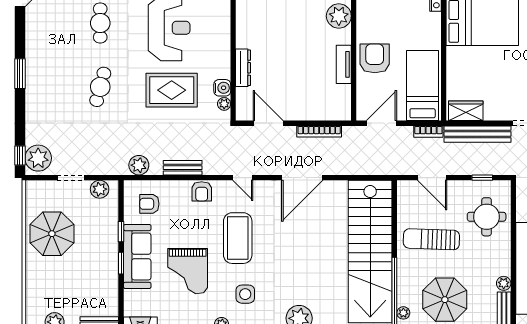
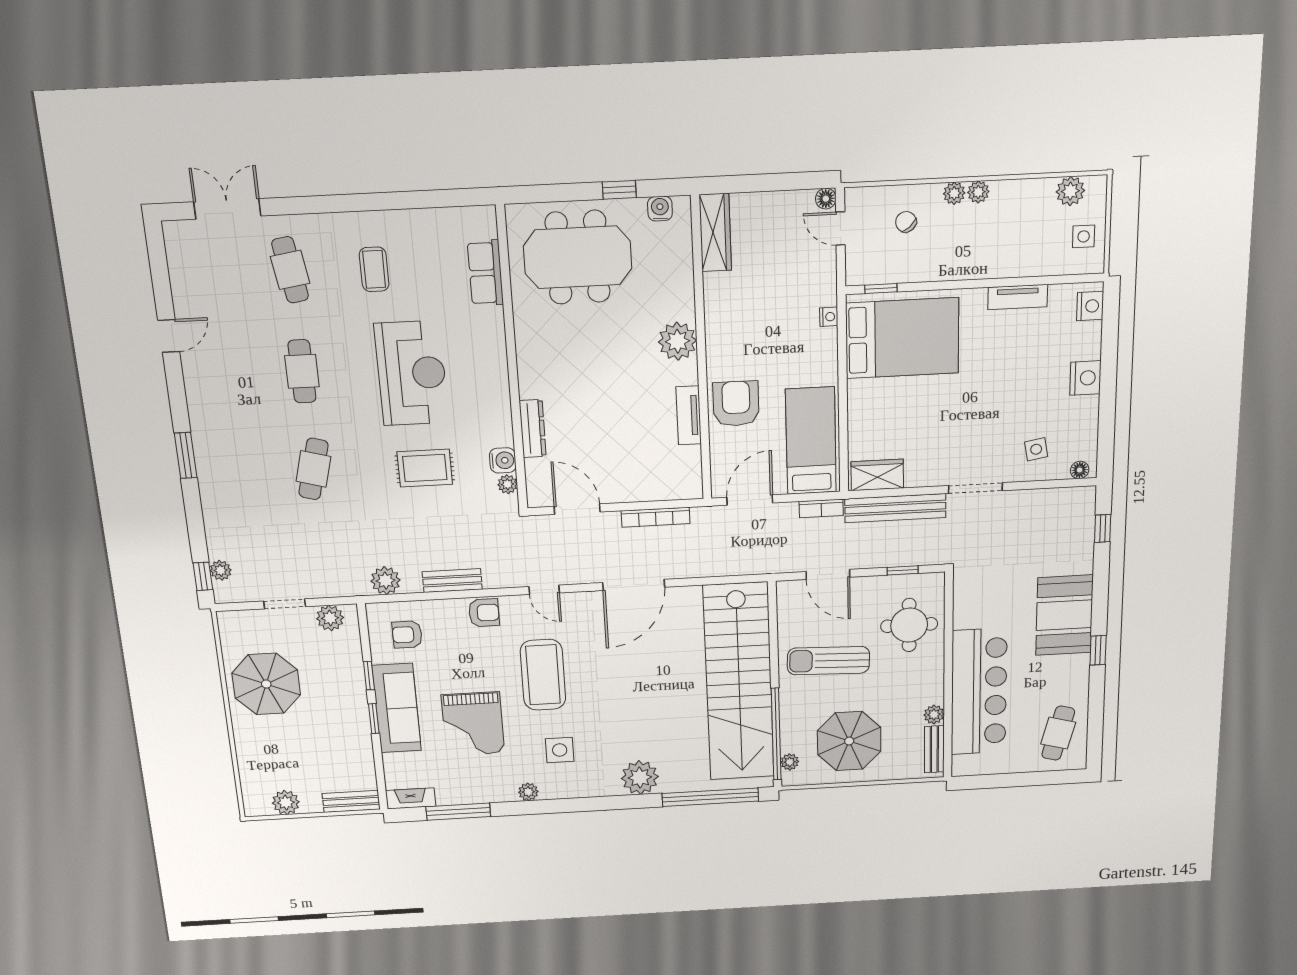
rug: (172, 90) -> (425, 468), width x0.73, depth x0.70
plant: (38, 158) -> (221, 570), width x0.53, depth x0.53
armchair: (202, 191) -> (484, 613), turned -90

